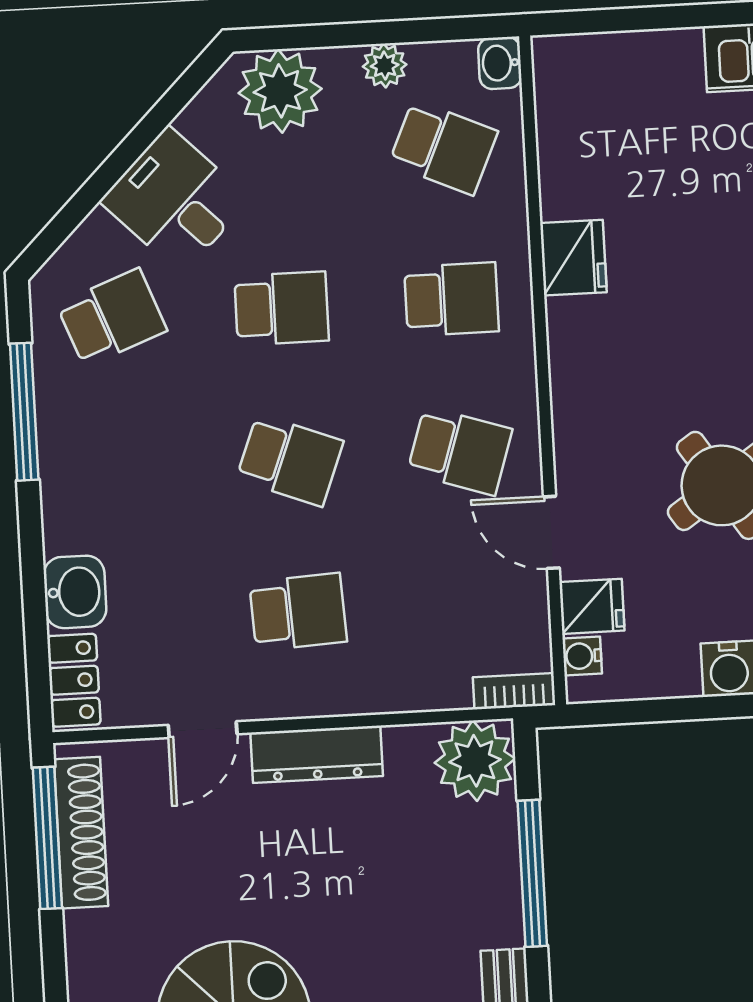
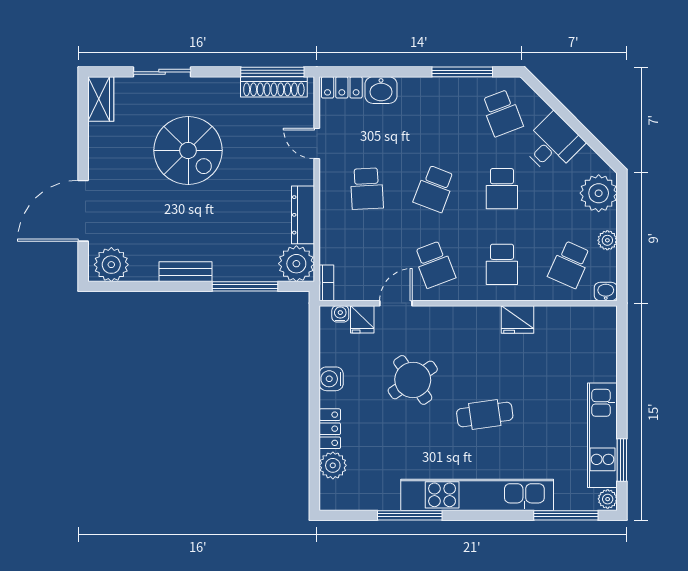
school desk: (460, 451) -> (434, 264), turned -39
dresser: (317, 754) -> (303, 215), moved

